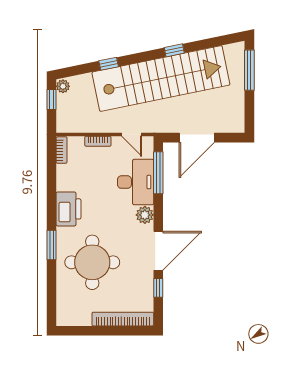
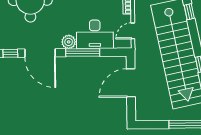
door: (197, 138) -> (131, 83), hinge flipped
window: (158, 173) -> (83, 53), moved

